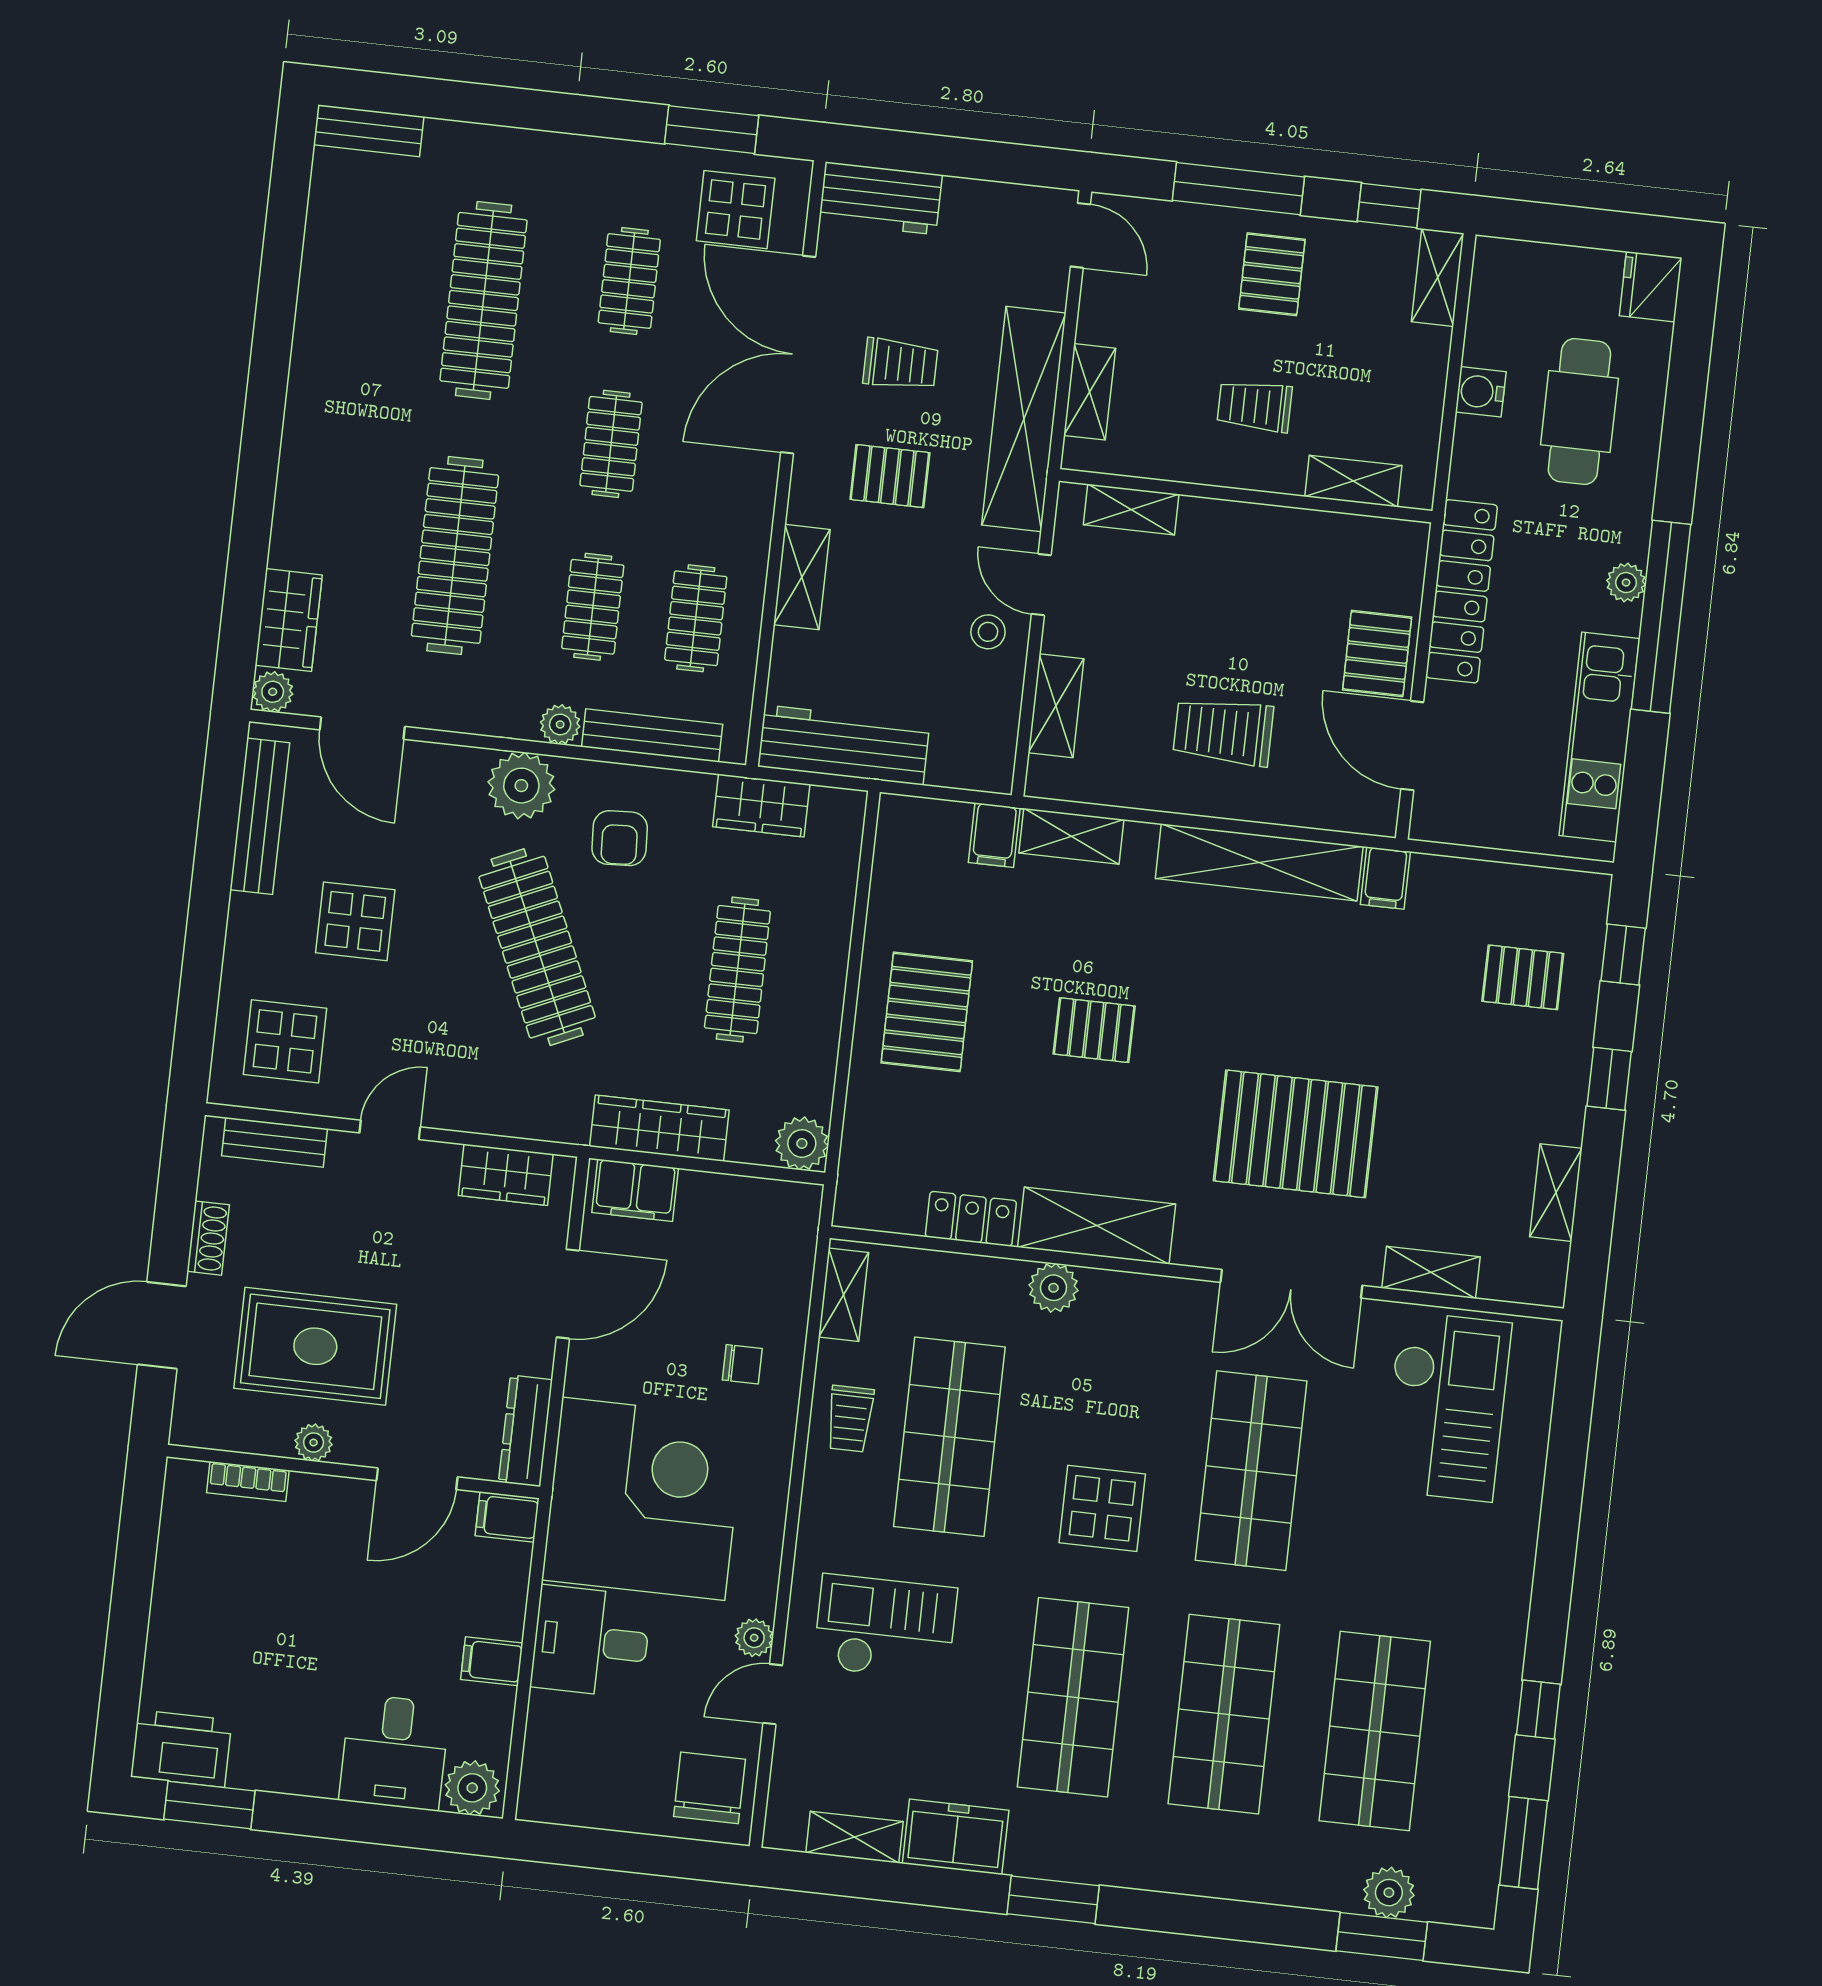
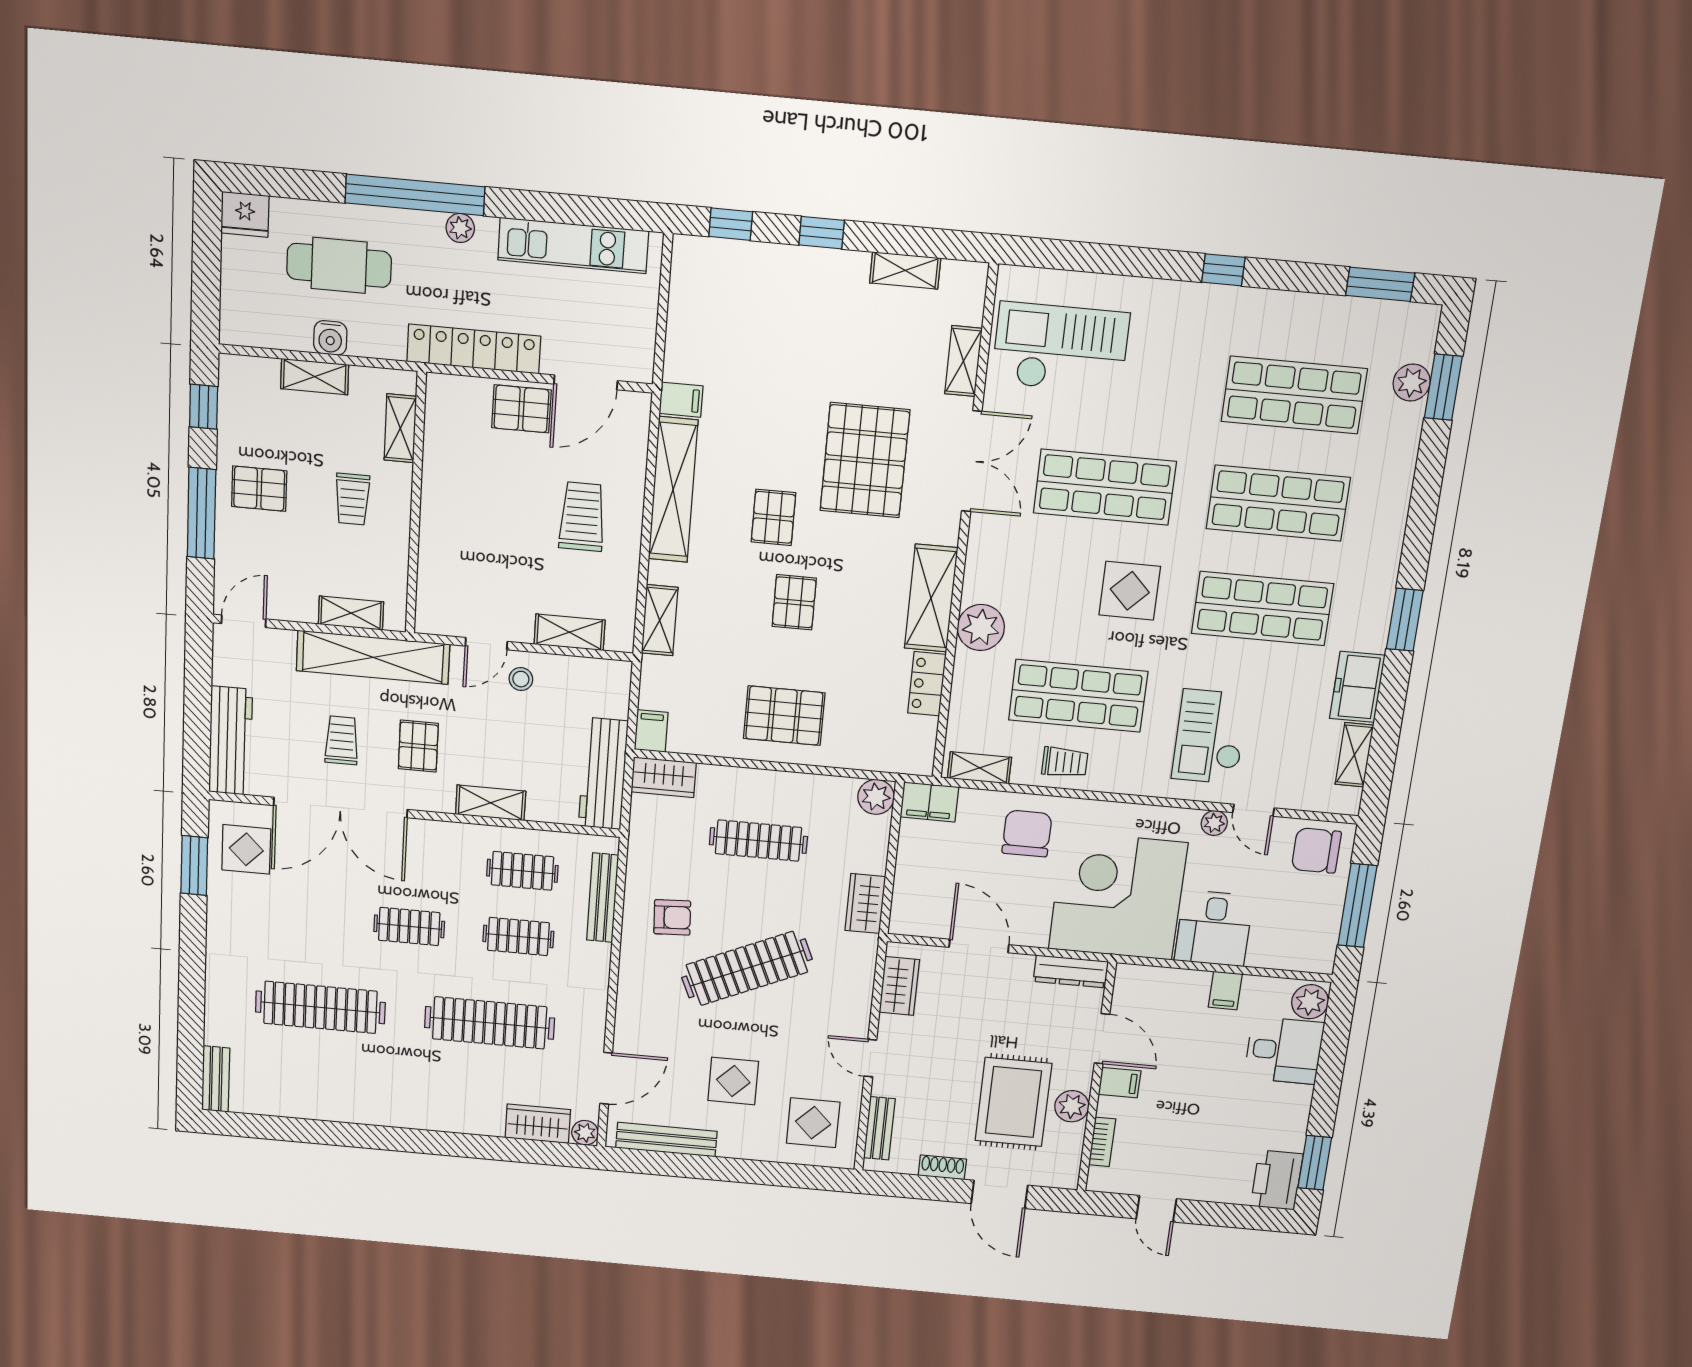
workbench: (880, 198) -> (231, 741), width x1.38
shelving: (1438, 278) -> (315, 377), moved
clothes rail: (629, 281) -> (300, 916), removed
shelving: (1131, 510) -> (431, 583), removed
window: (1661, 617) -> (415, 195), moved
plant: (560, 724) -> (598, 956), removed
trolley: (1223, 732) -> (582, 517), turned 180
plant: (521, 786) -> (640, 980), removed
wardrobe: (761, 806) -> (664, 777), moved, turned 90
filing cabinet: (994, 835) -> (651, 731), moved, turned -90
pallet: (1523, 977) -> (773, 517), moved
wardrobe: (659, 1128) -> (865, 903), width x0.67
filing cabinet: (635, 1190) -> (929, 802), moved, turned 90
plant: (1053, 1288) -> (981, 627), width x1.36, depth x1.36
chair: (742, 1364) -> (1027, 834), width x1.87, depth x1.87
plant: (314, 1443) -> (1072, 1106), width x1.38, depth x1.38
filing cabinet: (507, 1517) -> (1120, 1083), moved, turned -90
door: (135, 1566) -> (1156, 1209), added
window: (1538, 1710) -> (1223, 270), moved
window: (623, 1852) -> (1357, 905), added

